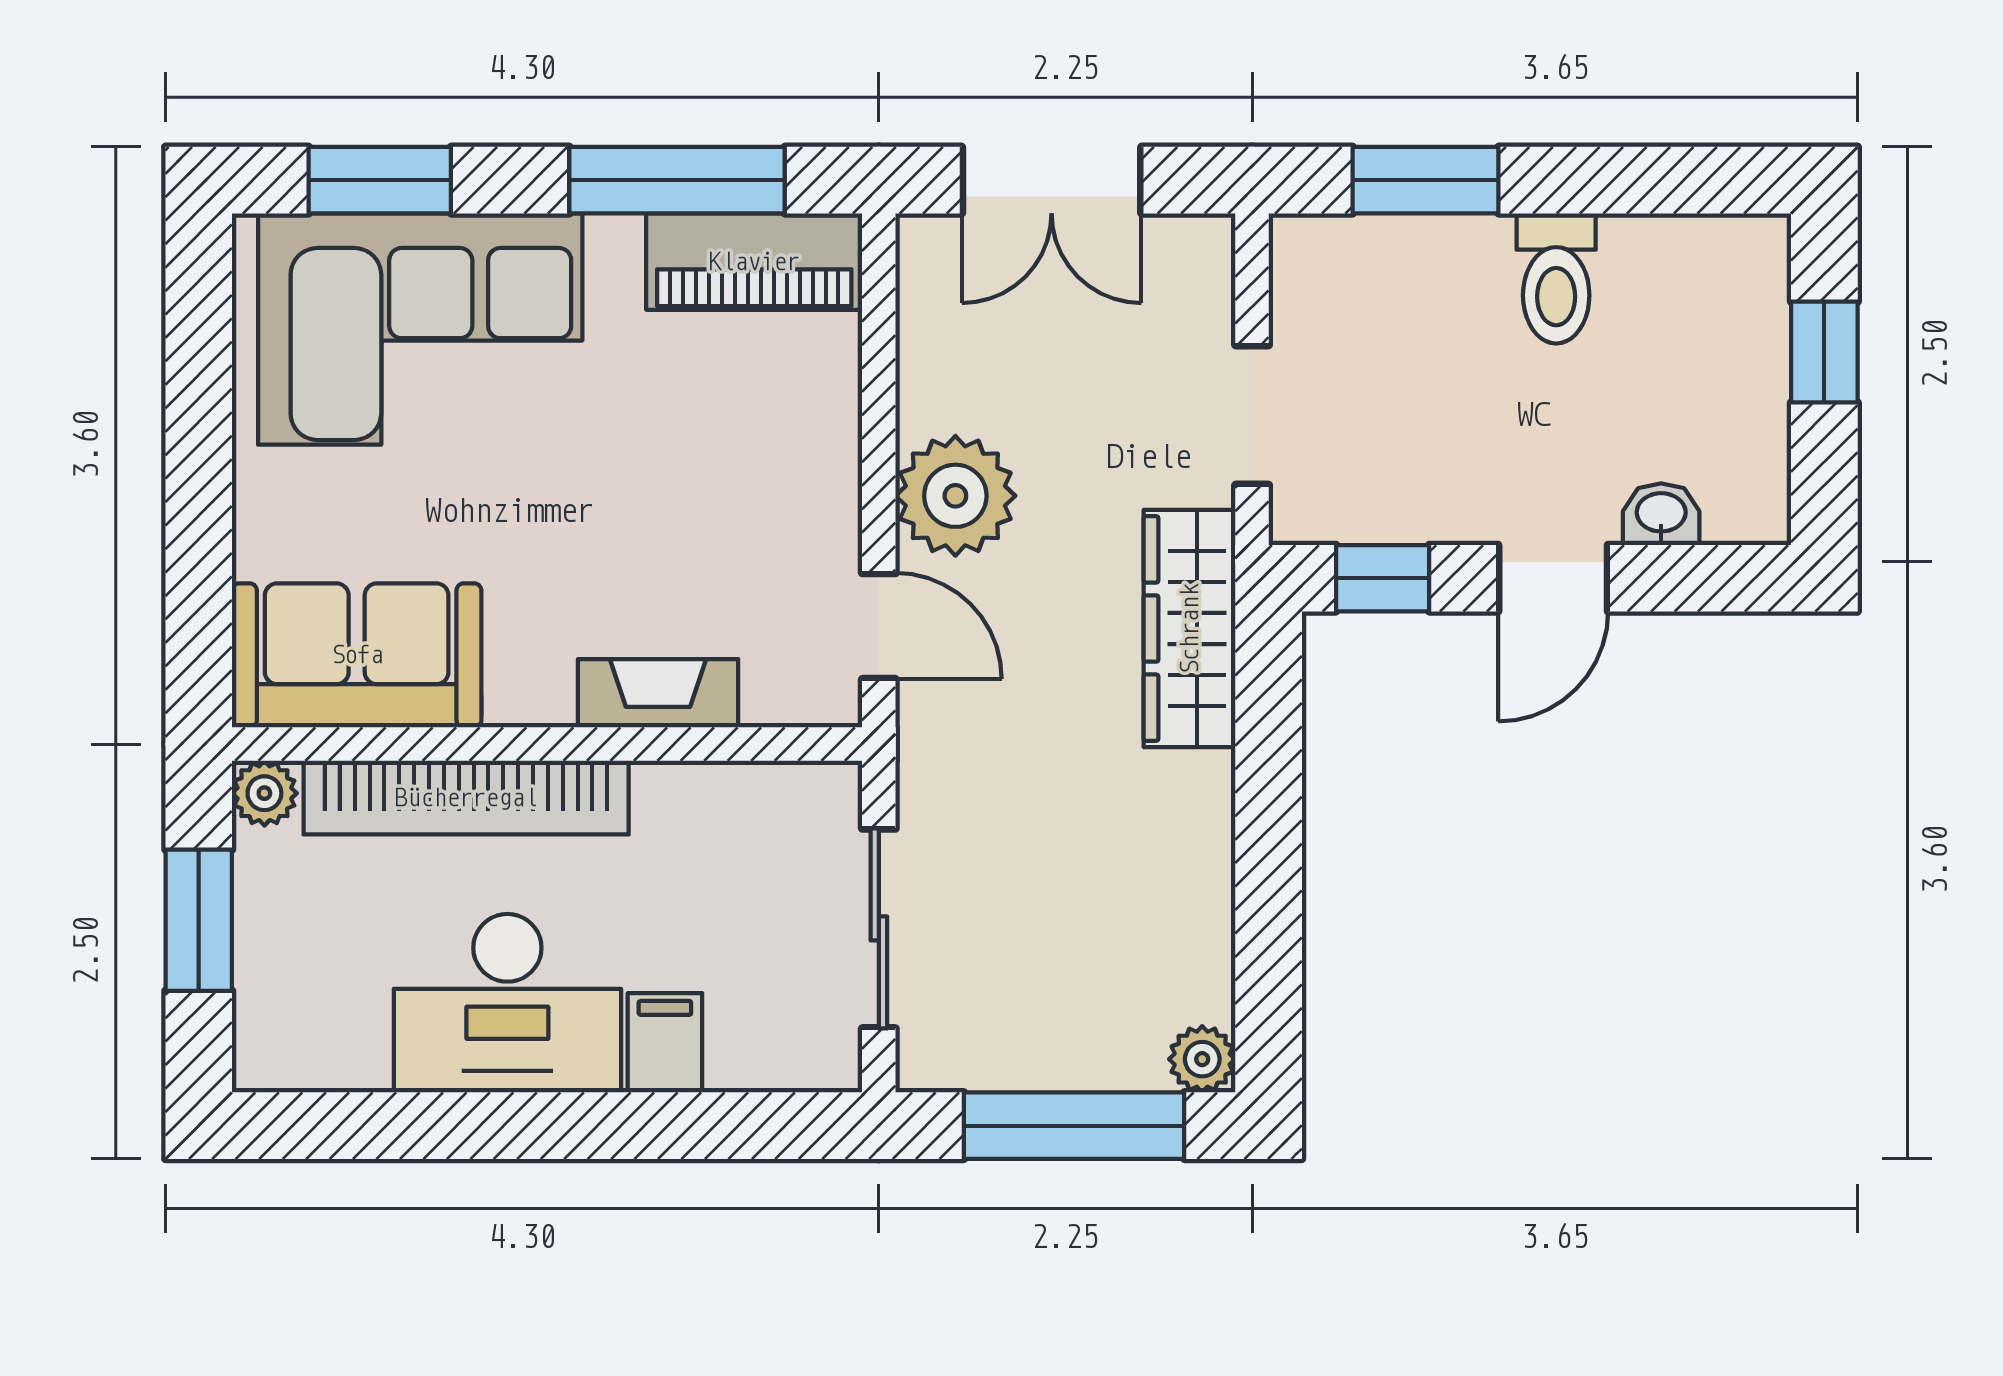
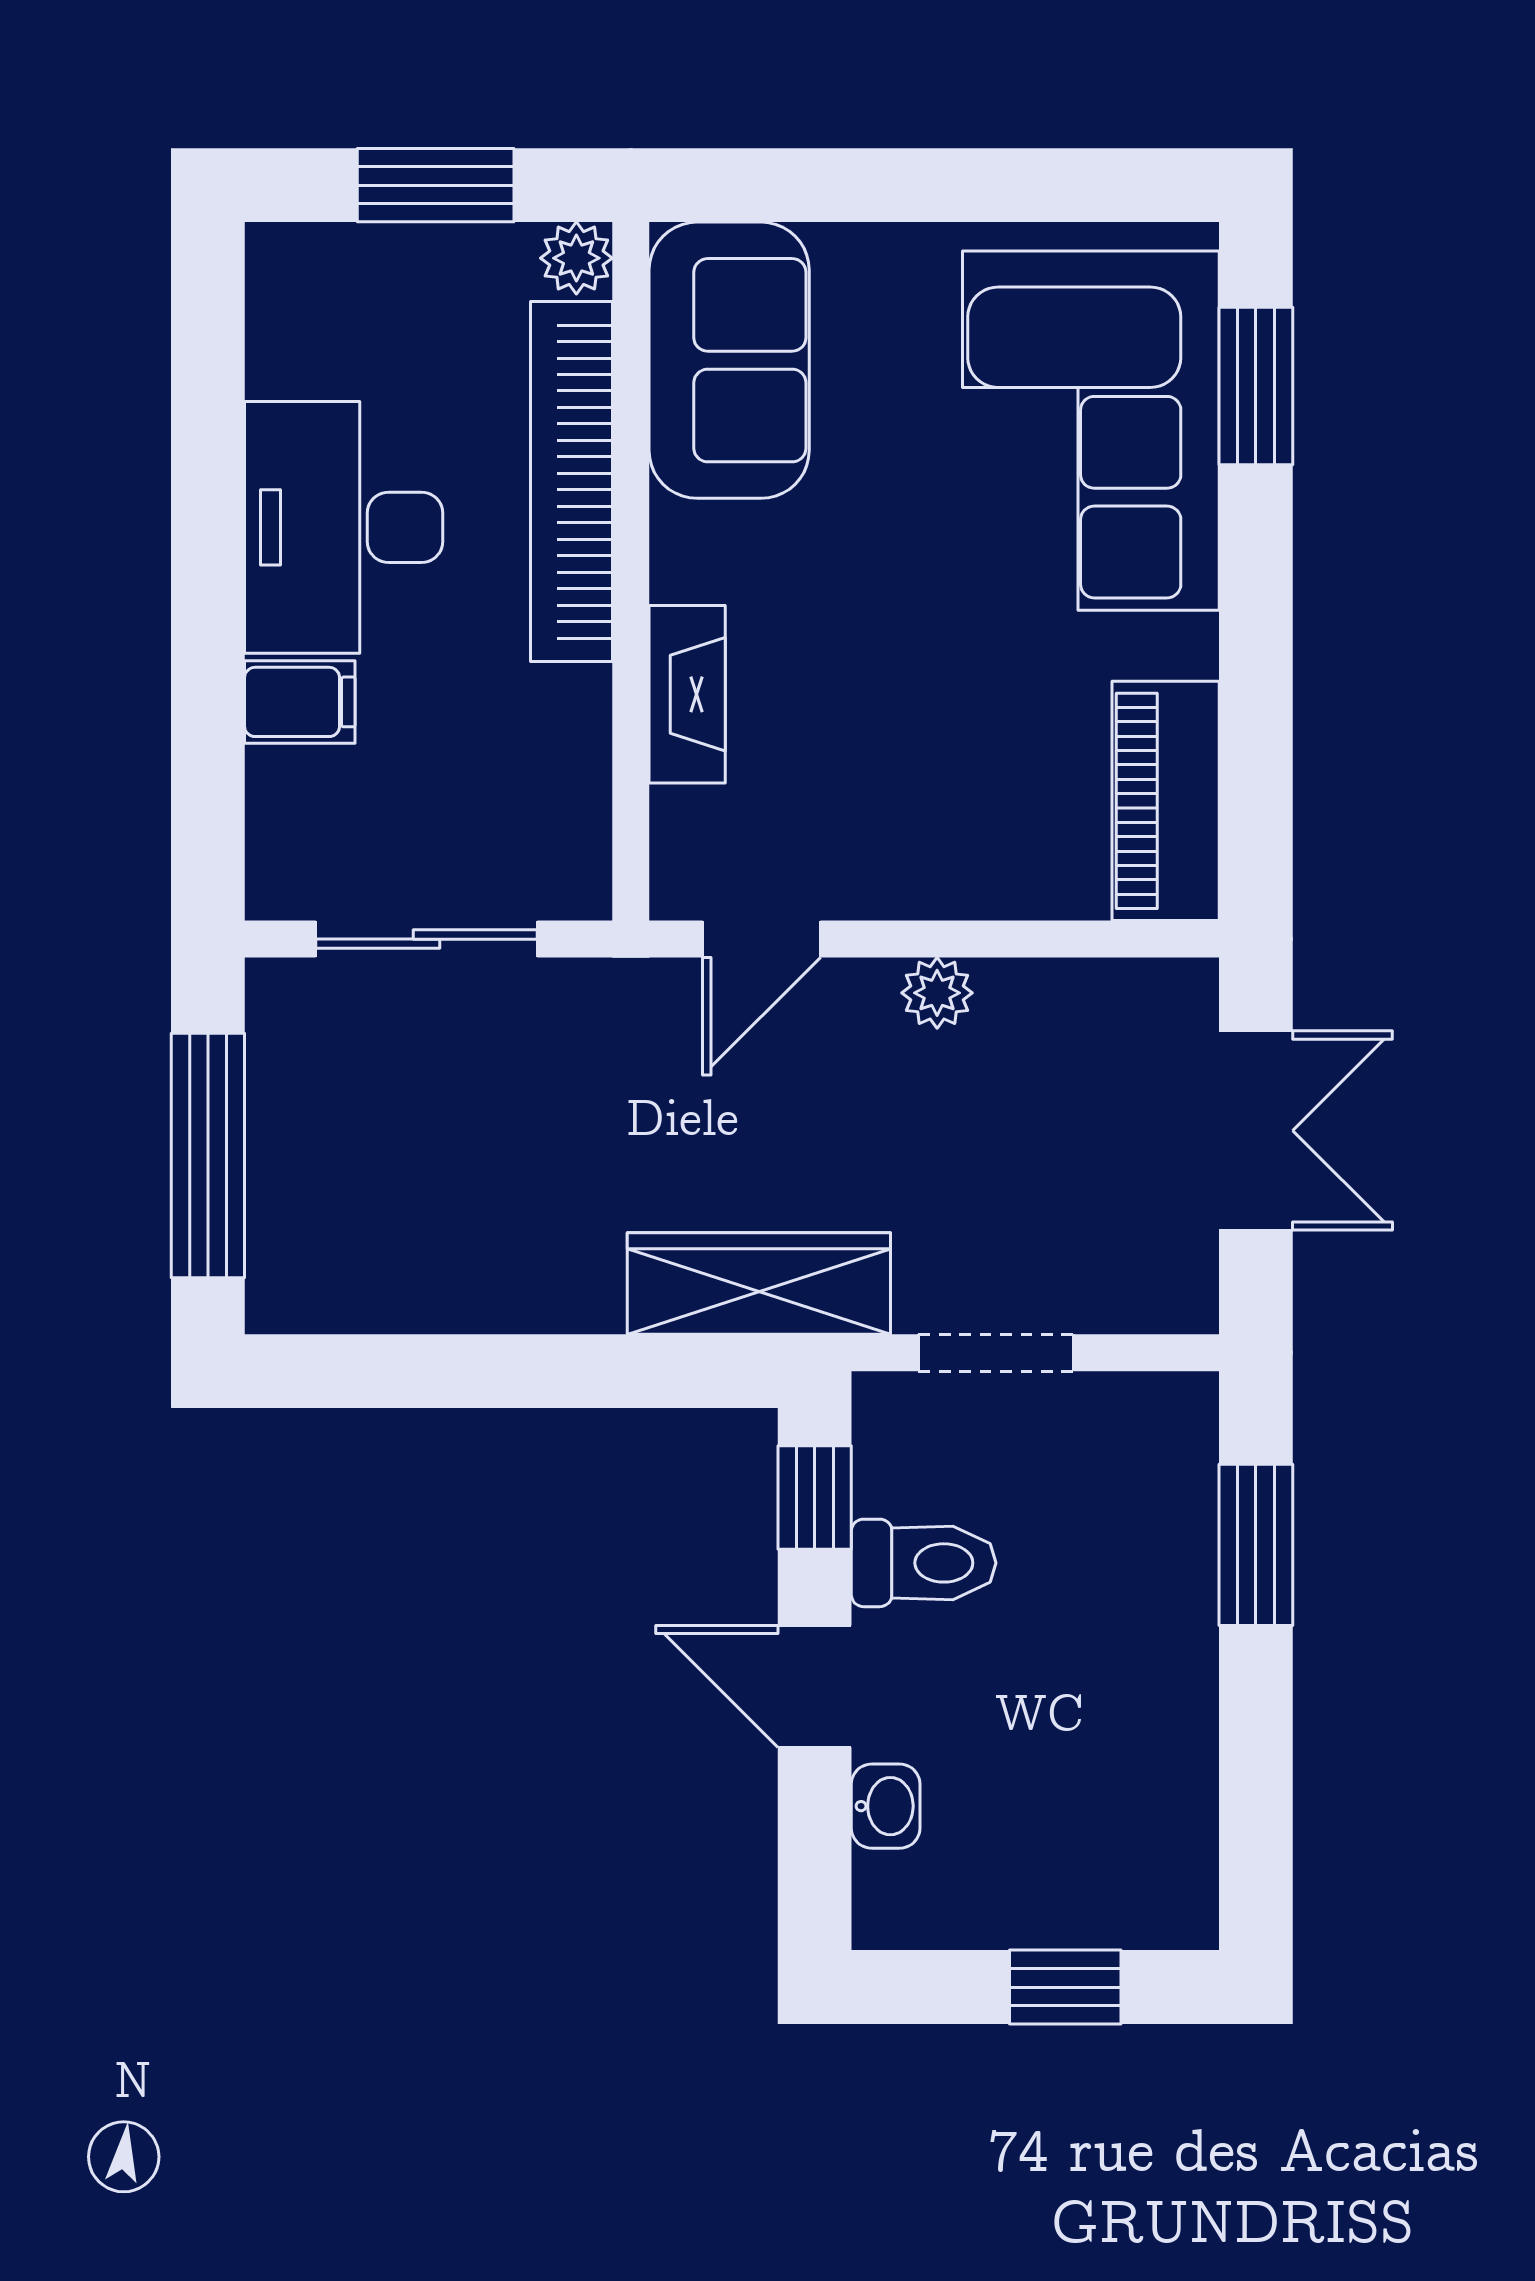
window: (677, 180) -> (1256, 715), removed
double door: (1052, 180) -> (1256, 1131), swing flipped
toilet: (1556, 278) -> (924, 1563), moved, turned 180
plant: (955, 496) -> (937, 993), width x0.53, depth x0.53
plant: (1202, 1059) -> (282, 1297), removed

